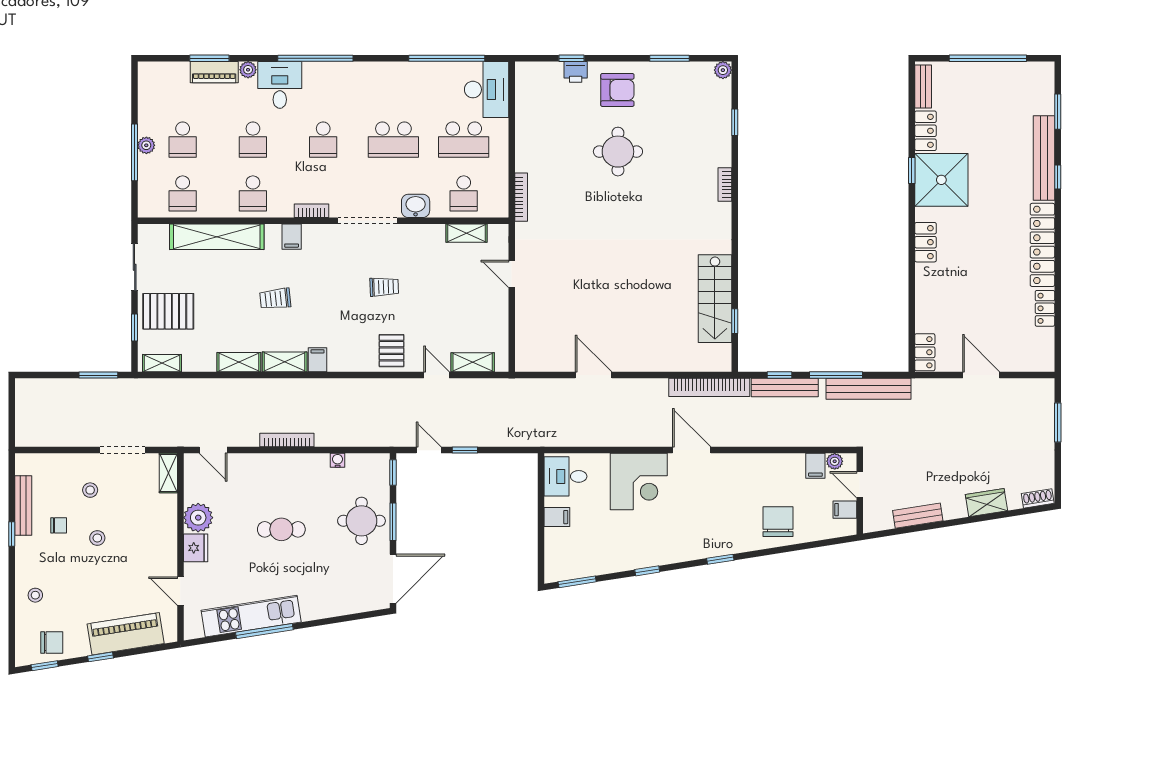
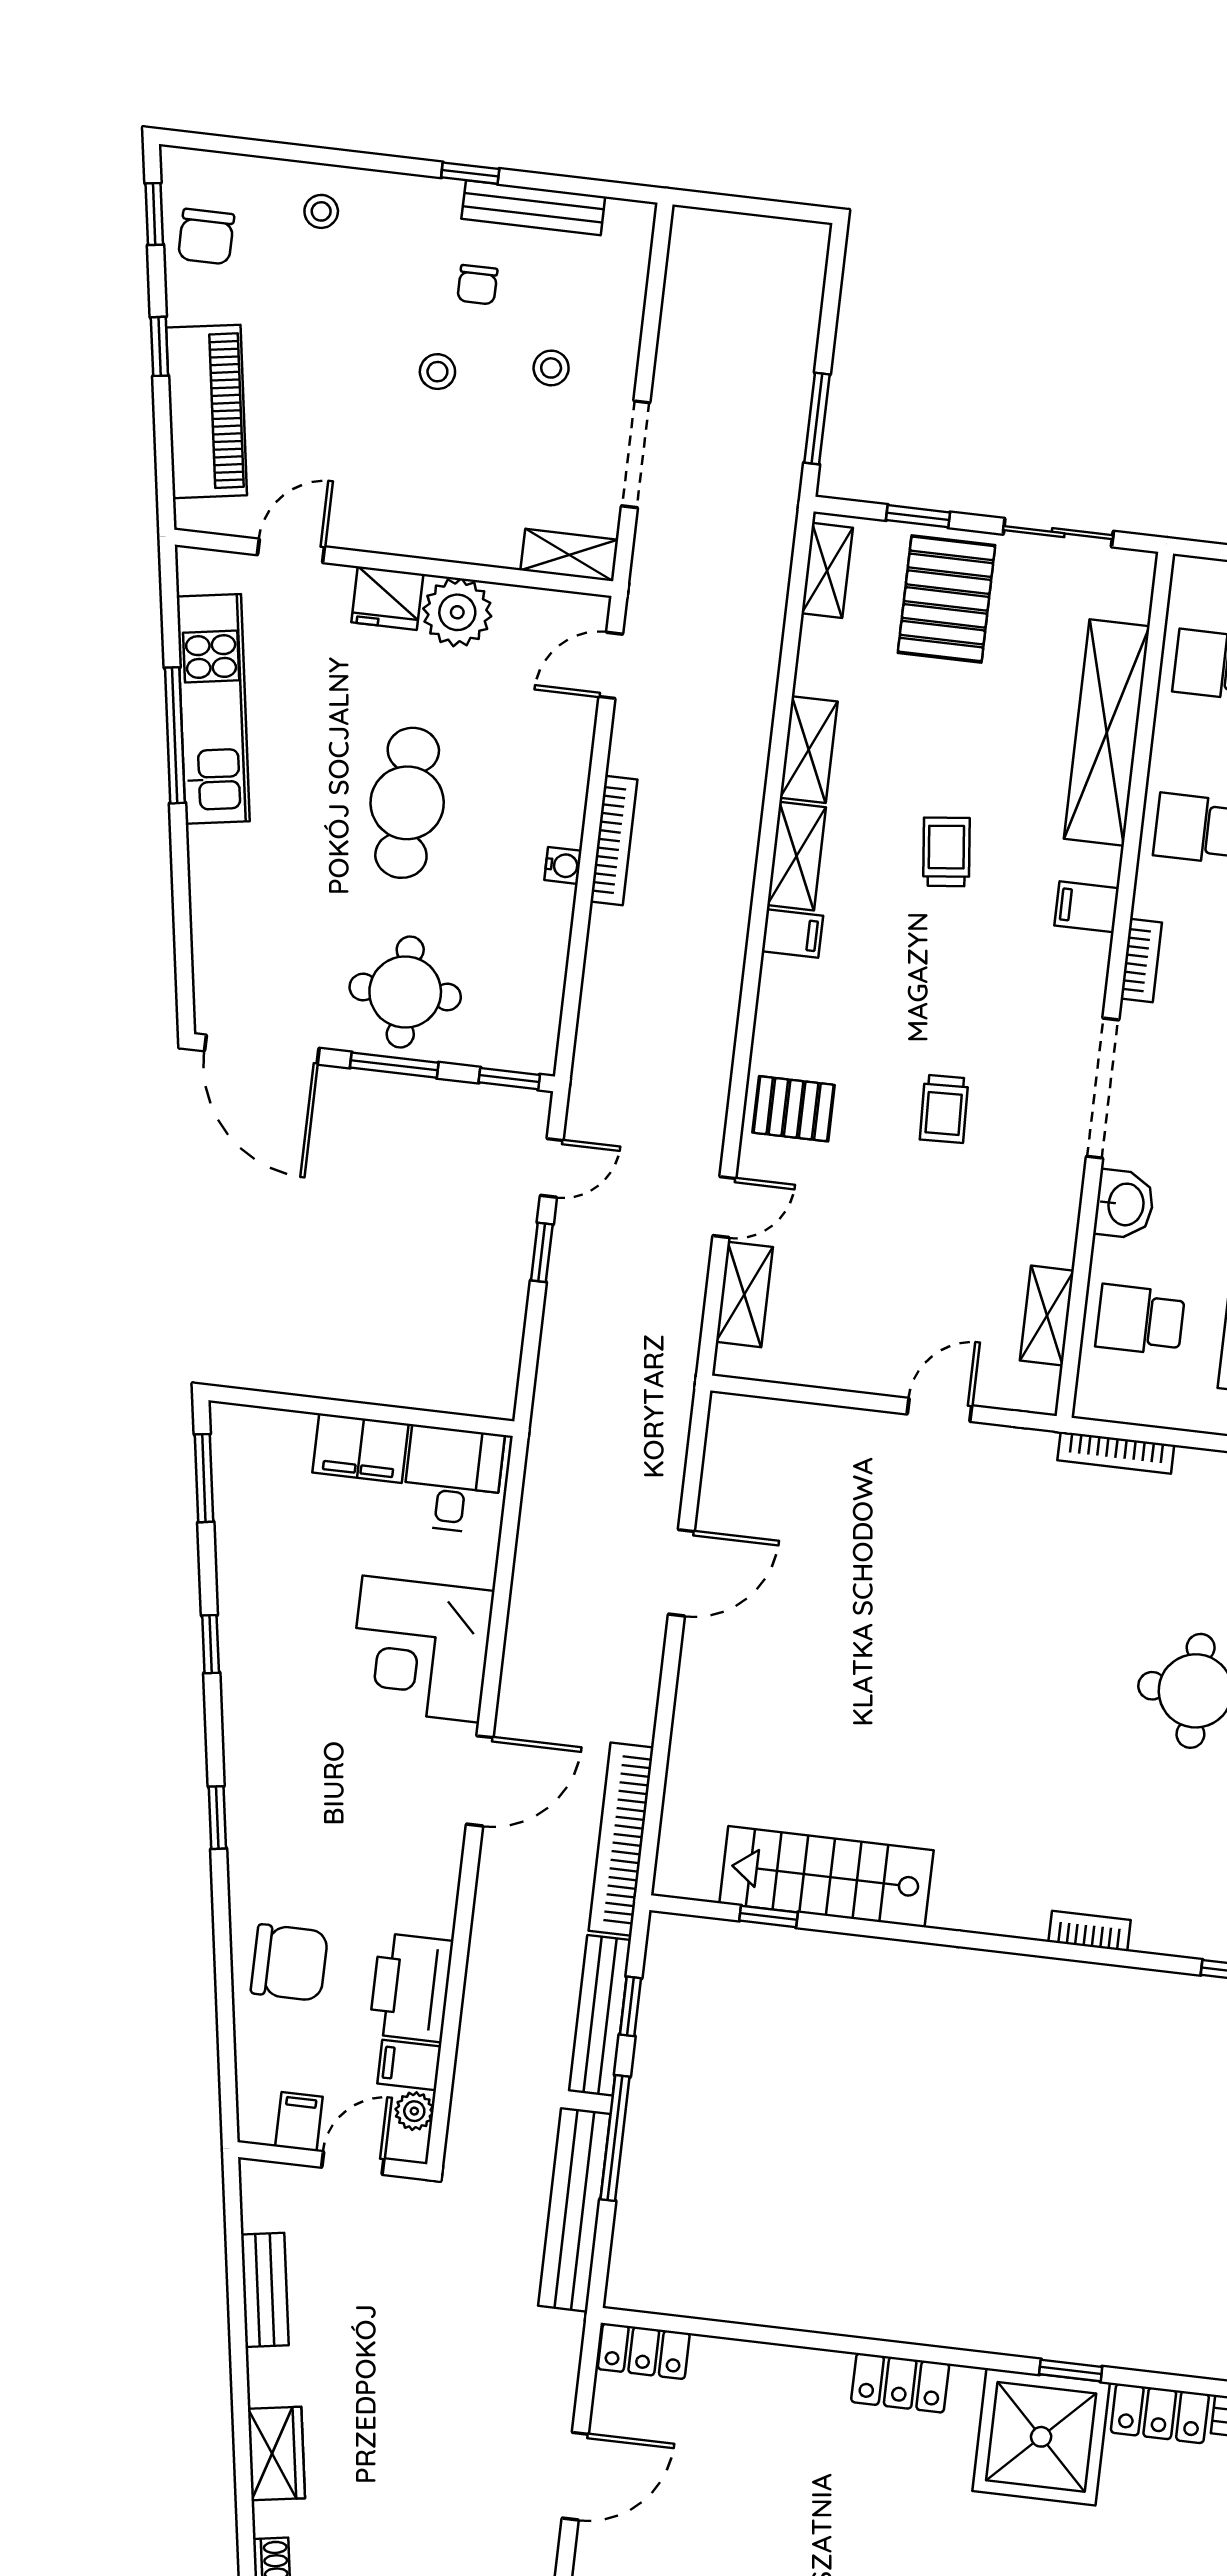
water cooler: (338, 460) -> (563, 865), moved
printer: (782, 469) -> (411, 1987), added
filing cabinet: (557, 517) -> (360, 1448), width x2.00
cafe table: (281, 529) -> (407, 803), width x1.37, depth x1.35

